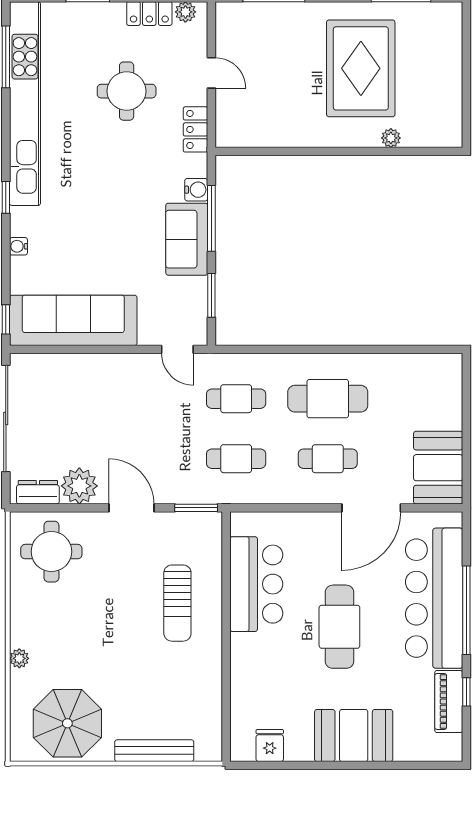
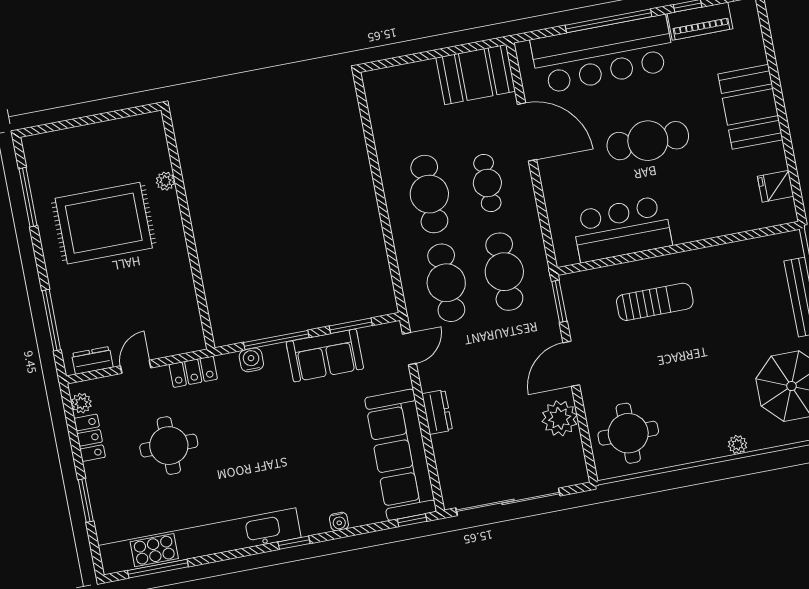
dresser: (226, 31) -> (92, 360), added
sofa: (187, 239) -> (325, 355), moved
cafe table: (236, 399) -> (446, 283), width x1.37, depth x1.35
cafe table: (236, 459) -> (504, 272), width x1.37, depth x1.35
dresser: (38, 492) -> (437, 412), moved, turned 180

